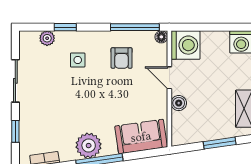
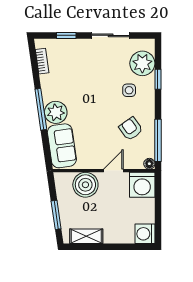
plant: (47, 38) -> (142, 63), width x1.87, depth x1.87
armchair: (122, 58) -> (131, 129), turned 54
boiler: (179, 103) -> (85, 185), width x1.86, depth x1.86
plant: (89, 146) -> (56, 112), moved

